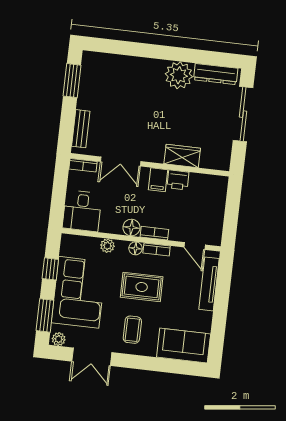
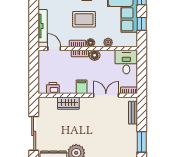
printer: (178, 180) -> (53, 88), moved

